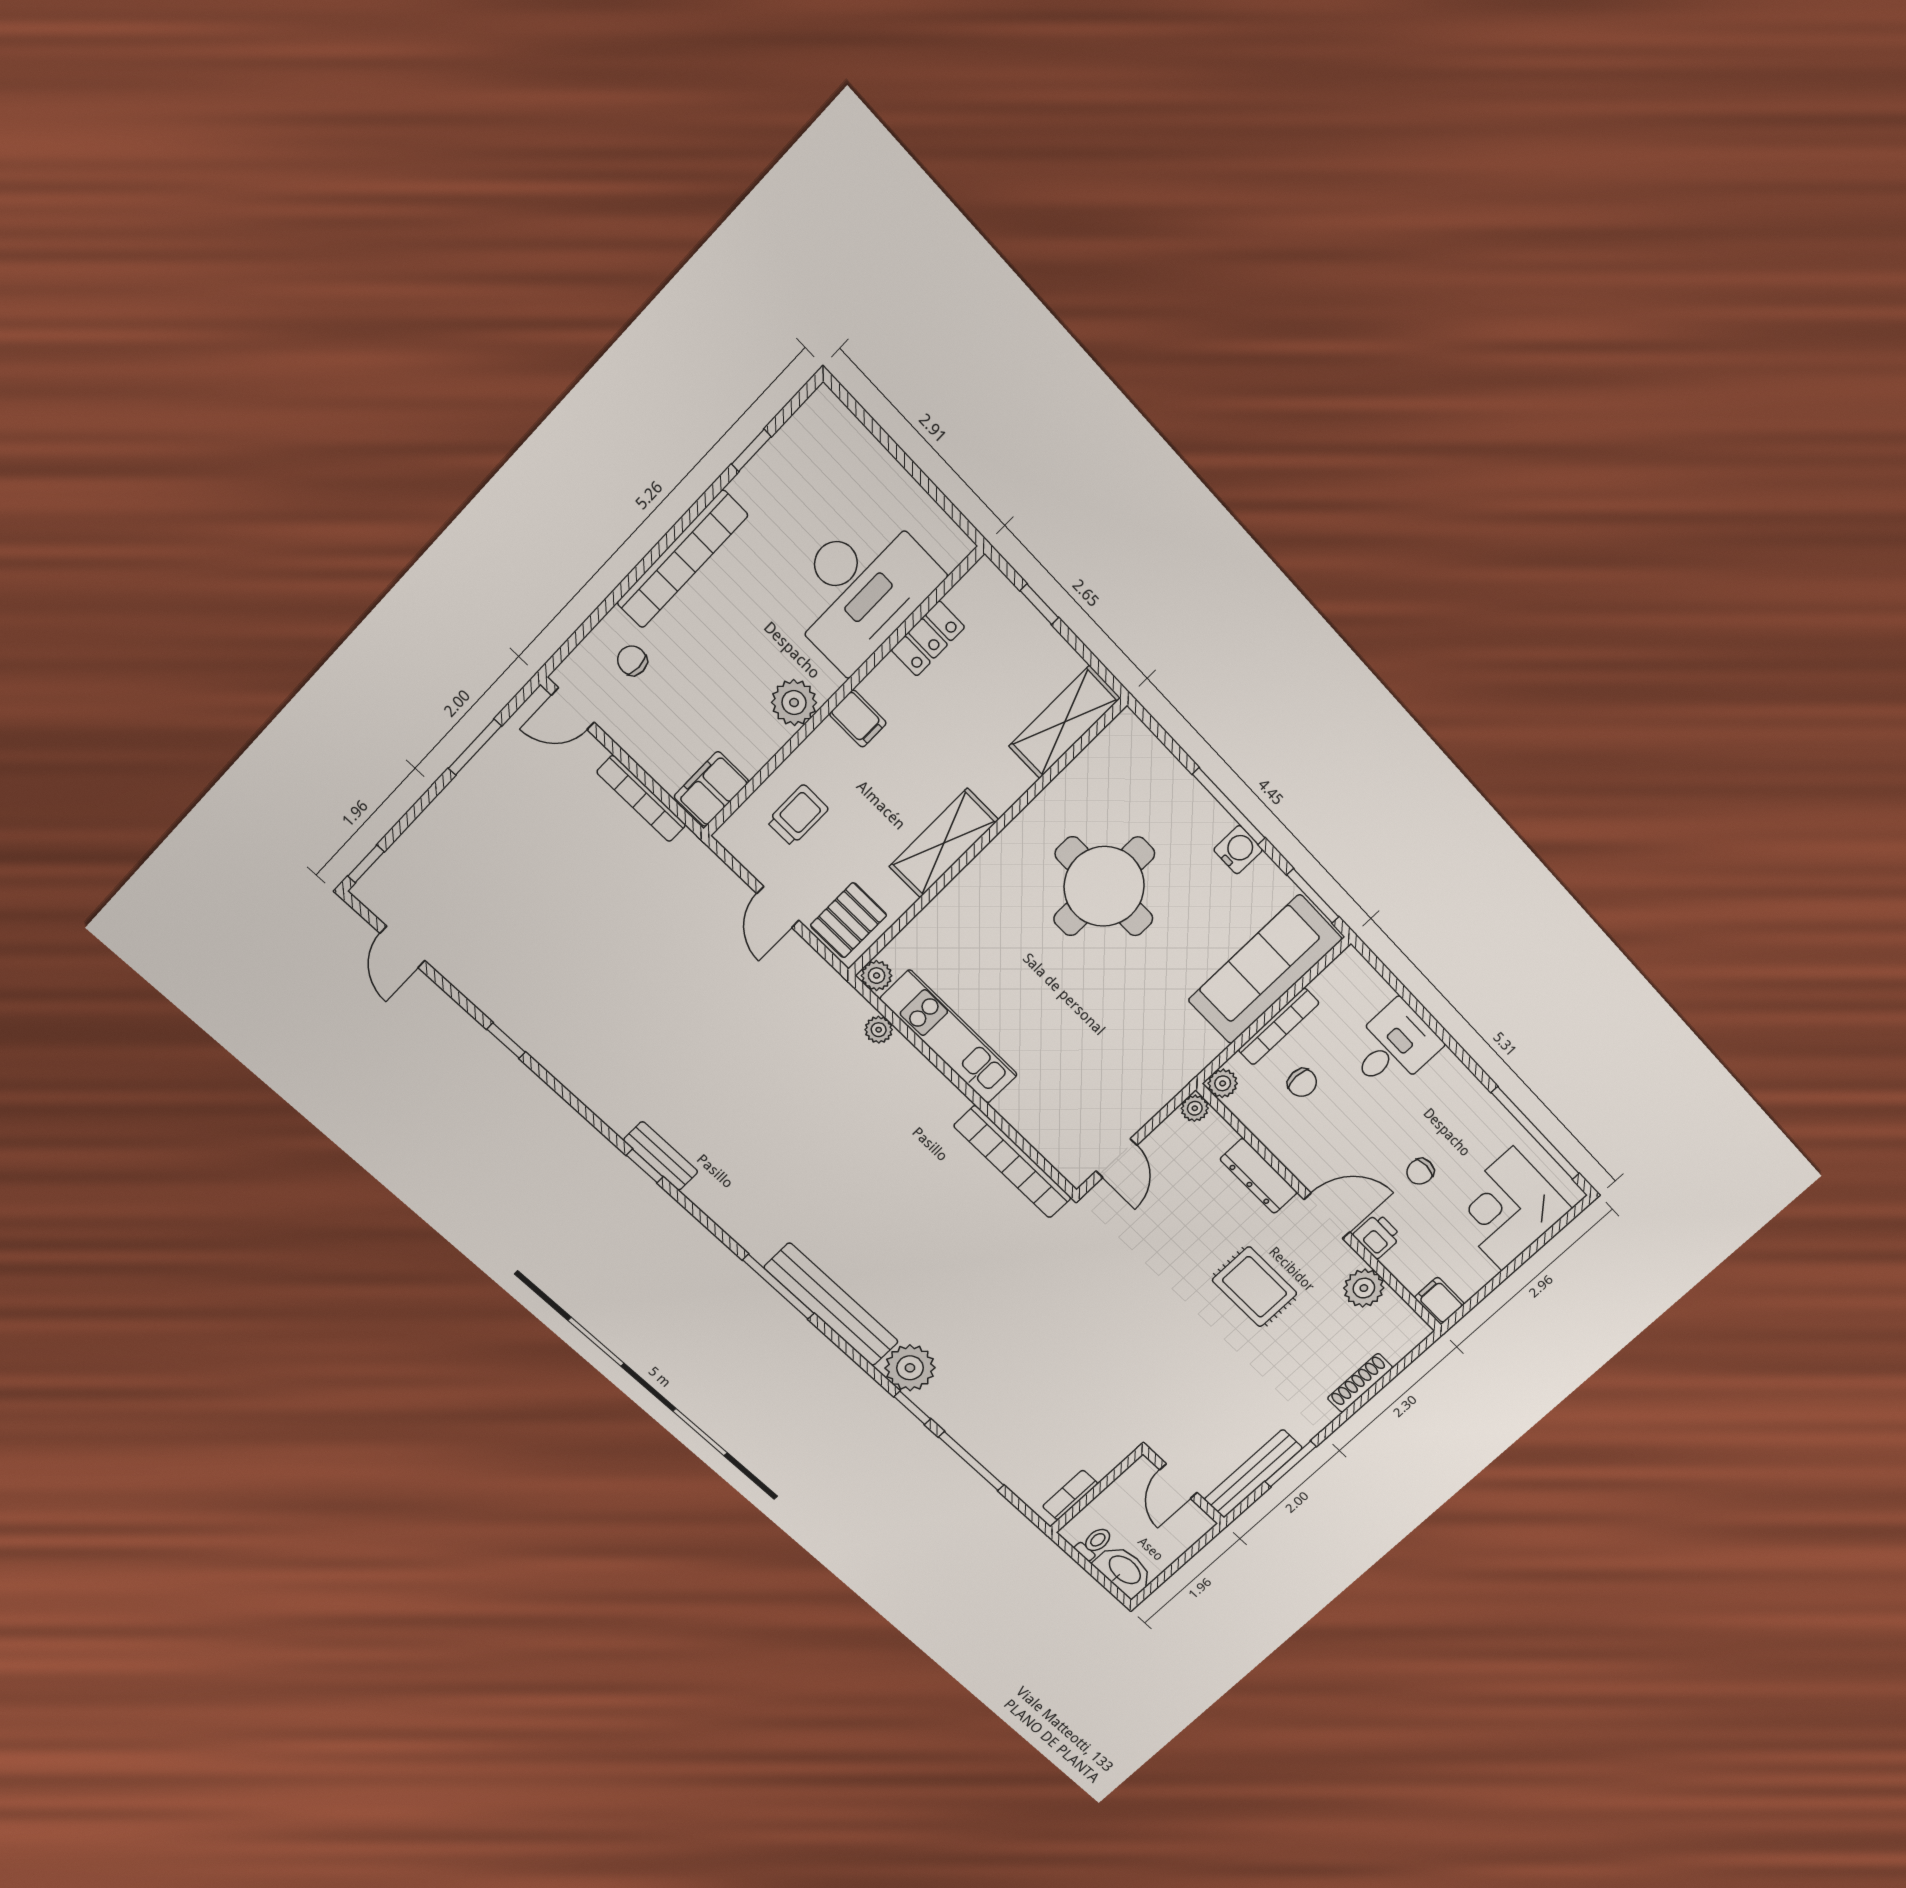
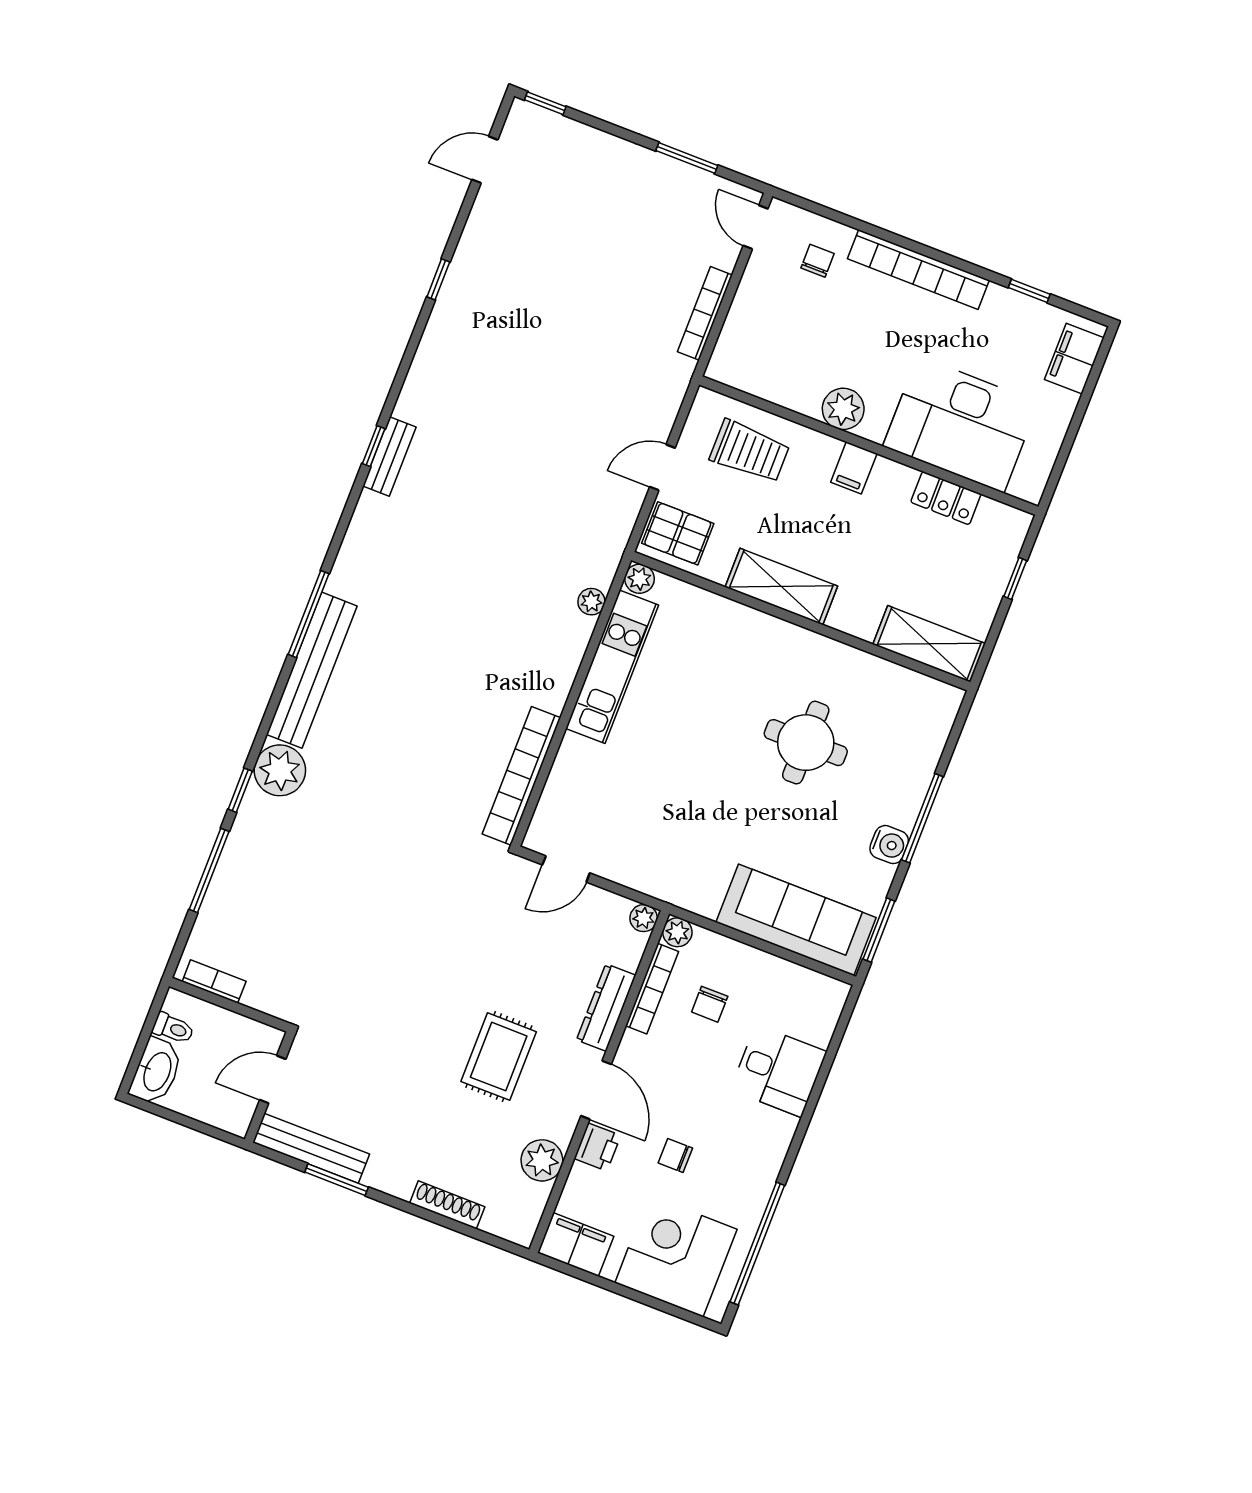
filing cabinet: (711, 789) -> (1074, 359), moved, turned -90
trolley: (798, 815) -> (750, 451), width x1.36, depth x1.39
round table: (1104, 886) -> (806, 743), width x0.73, depth x0.73
bookcase: (1279, 1026) -> (652, 989), moved, turned -90
filing cabinet: (1439, 1301) -> (576, 1244), width x2.00

